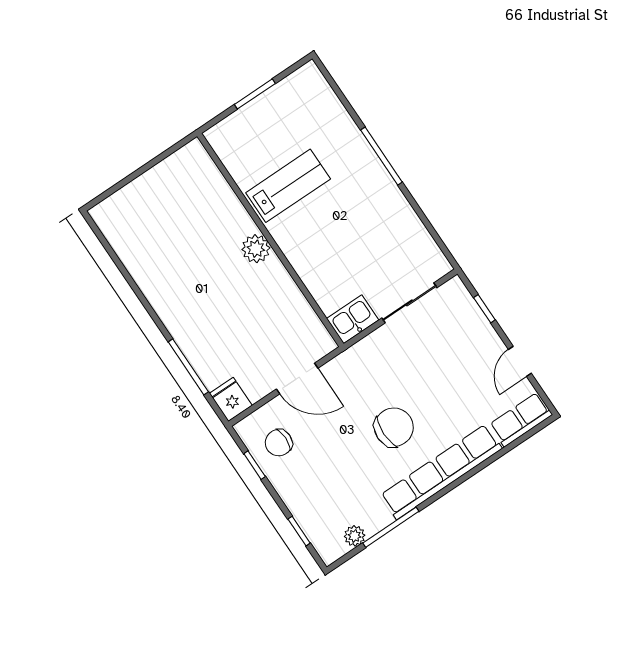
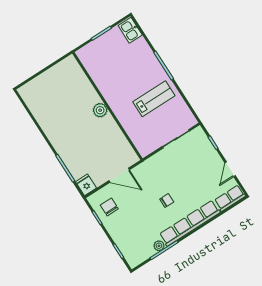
lab bench: (288, 186) -> (154, 99), moved
kitchen sink: (353, 319) -> (130, 30), moved, turned -90
chair: (394, 427) -> (167, 200), width x0.54, depth x0.54
chair: (279, 443) -> (109, 207), turned 90
plant: (355, 536) -> (159, 246), moved

